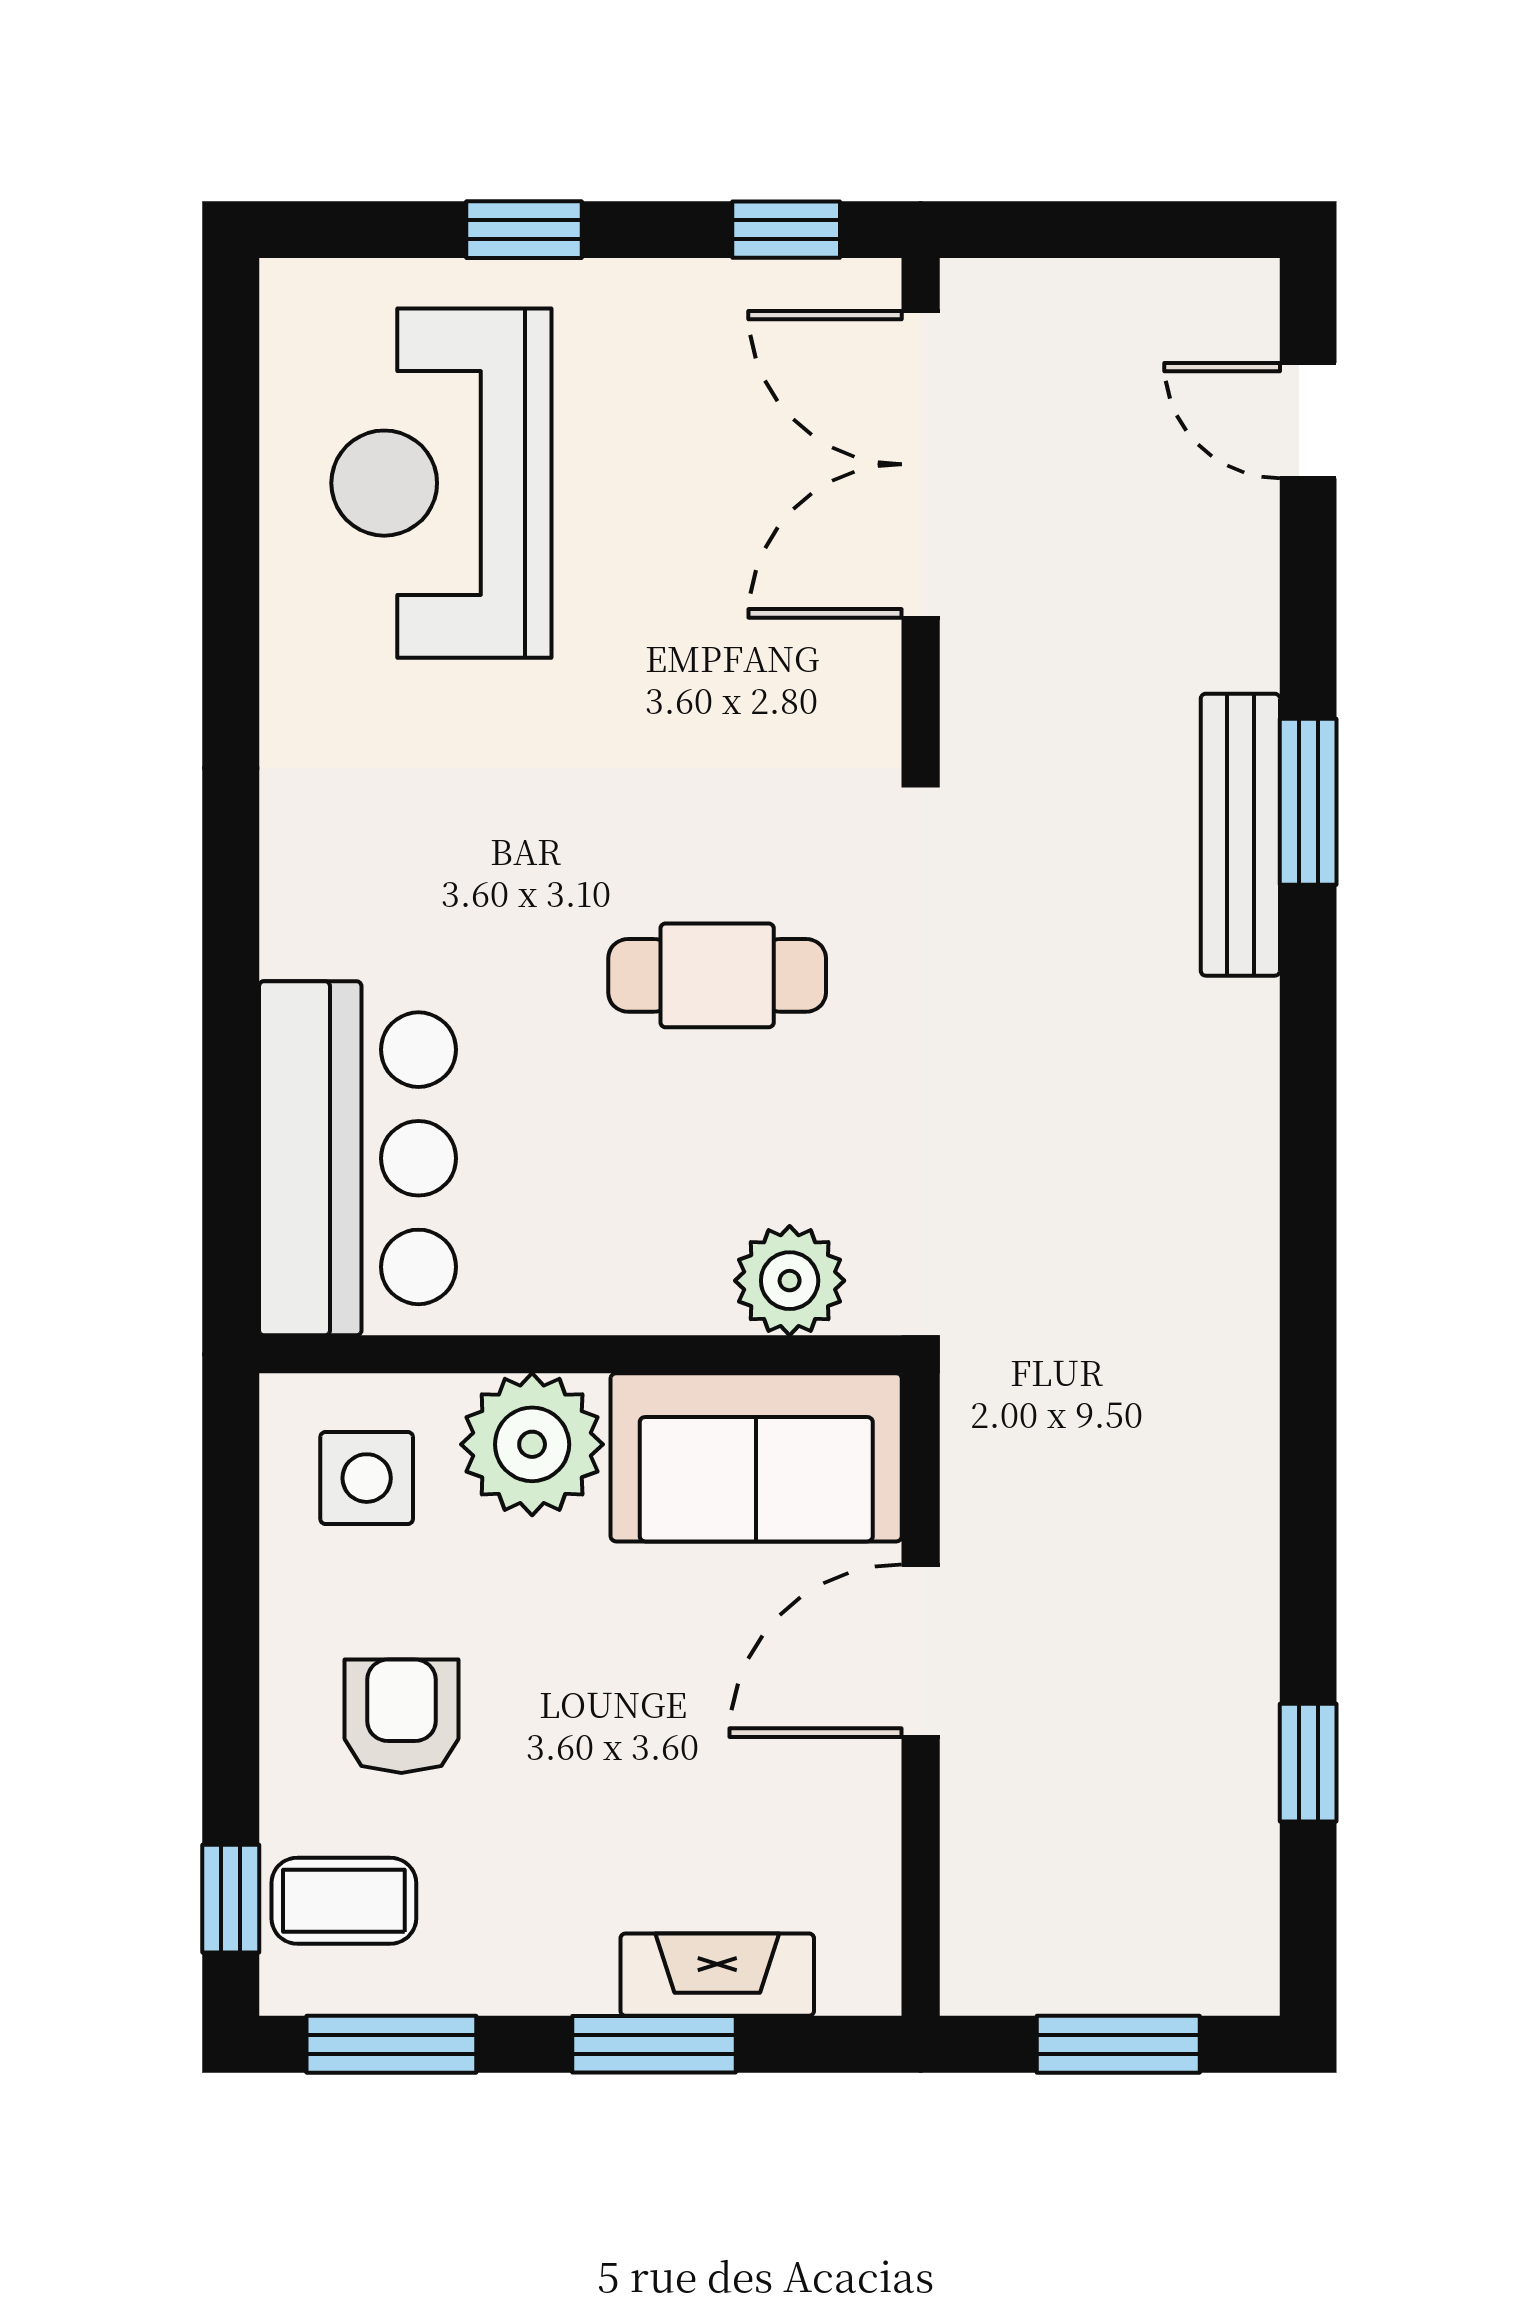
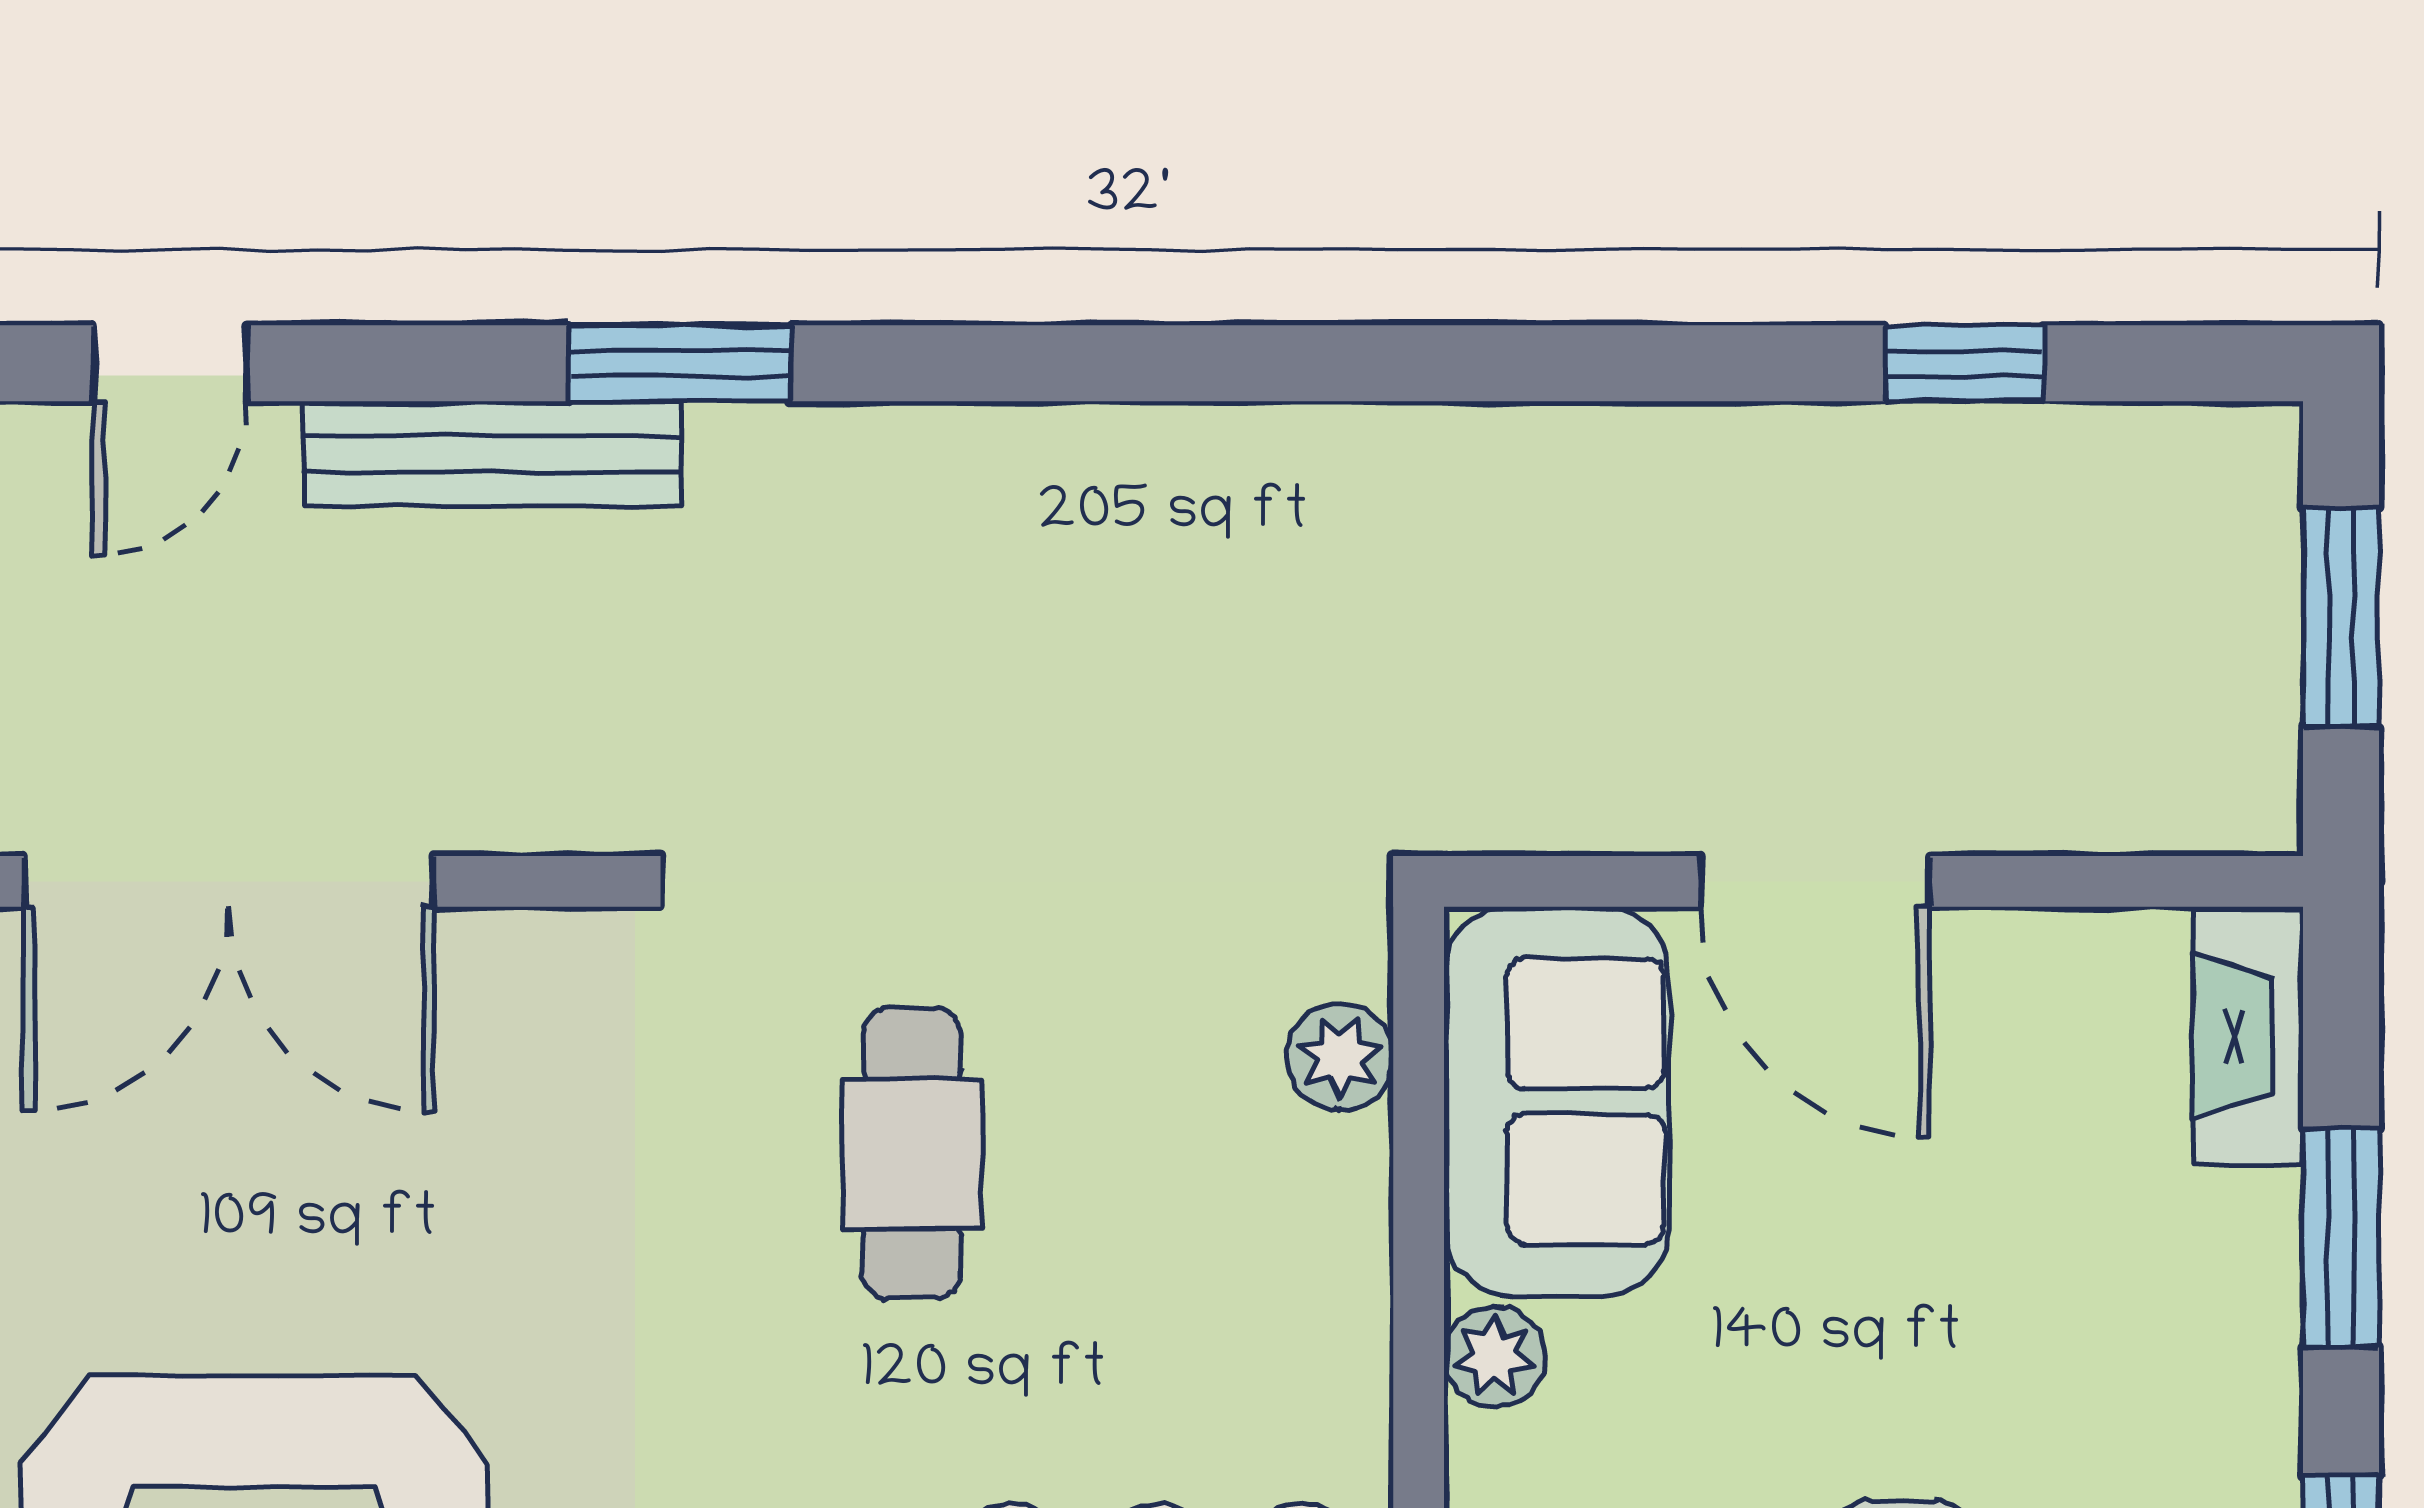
bench: (1240, 835) -> (492, 454), moved
plant: (790, 1281) -> (1340, 1057), width x0.73, depth x0.73
plant: (532, 1444) -> (1495, 1357), width x0.53, depth x0.53
fireplace: (717, 1975) -> (2248, 1036), moved

